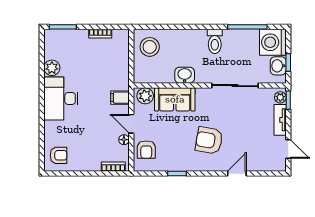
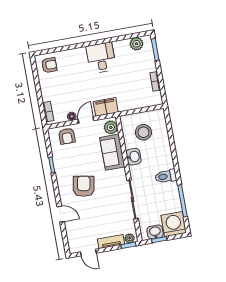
stool: (150, 47) -> (143, 132), moved
plant: (52, 68) -> (136, 44), moved
desk: (61, 98) -> (101, 58), width x0.73
filing cabinet: (120, 98) -> (106, 107), width x2.00
door: (288, 149) -> (88, 252), hinge flipped
armchair: (146, 150) -> (67, 136), turned -90
armchair: (59, 155) -> (49, 65), turned -90

